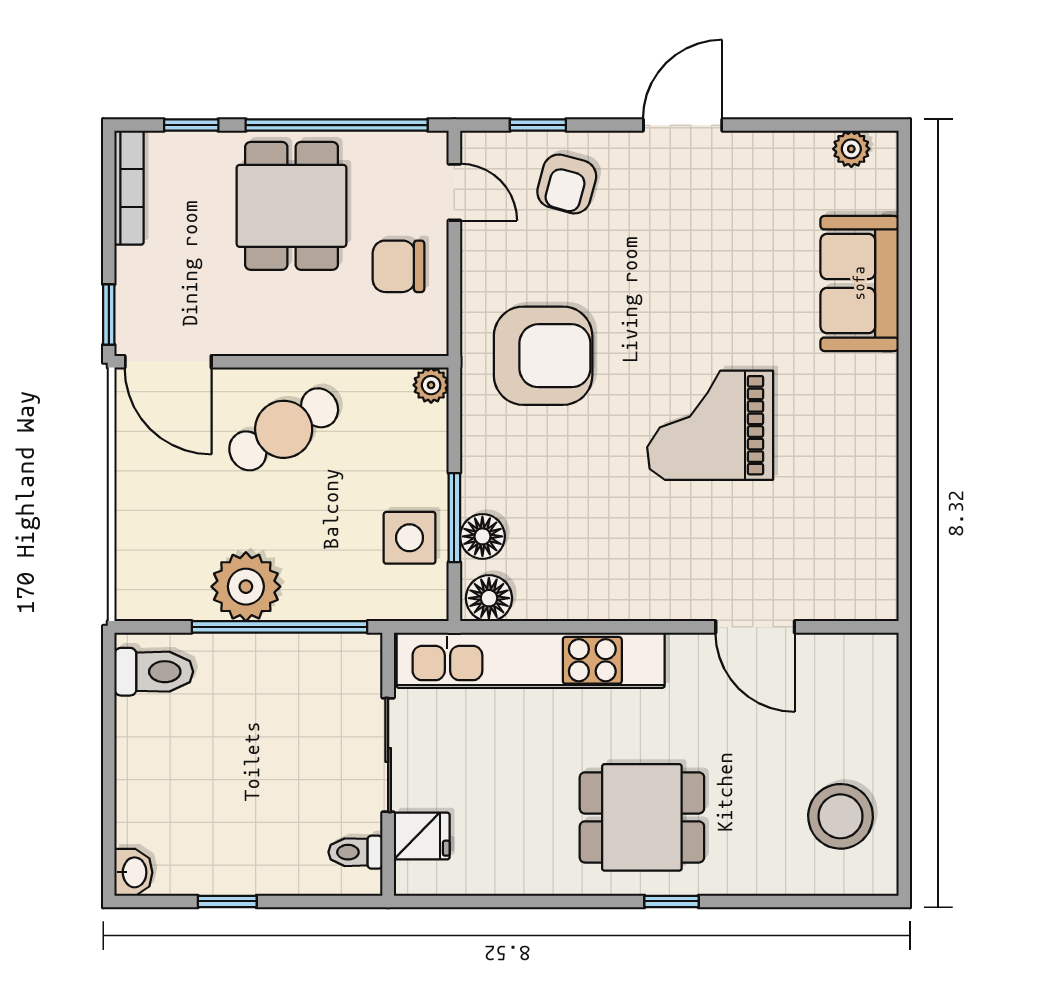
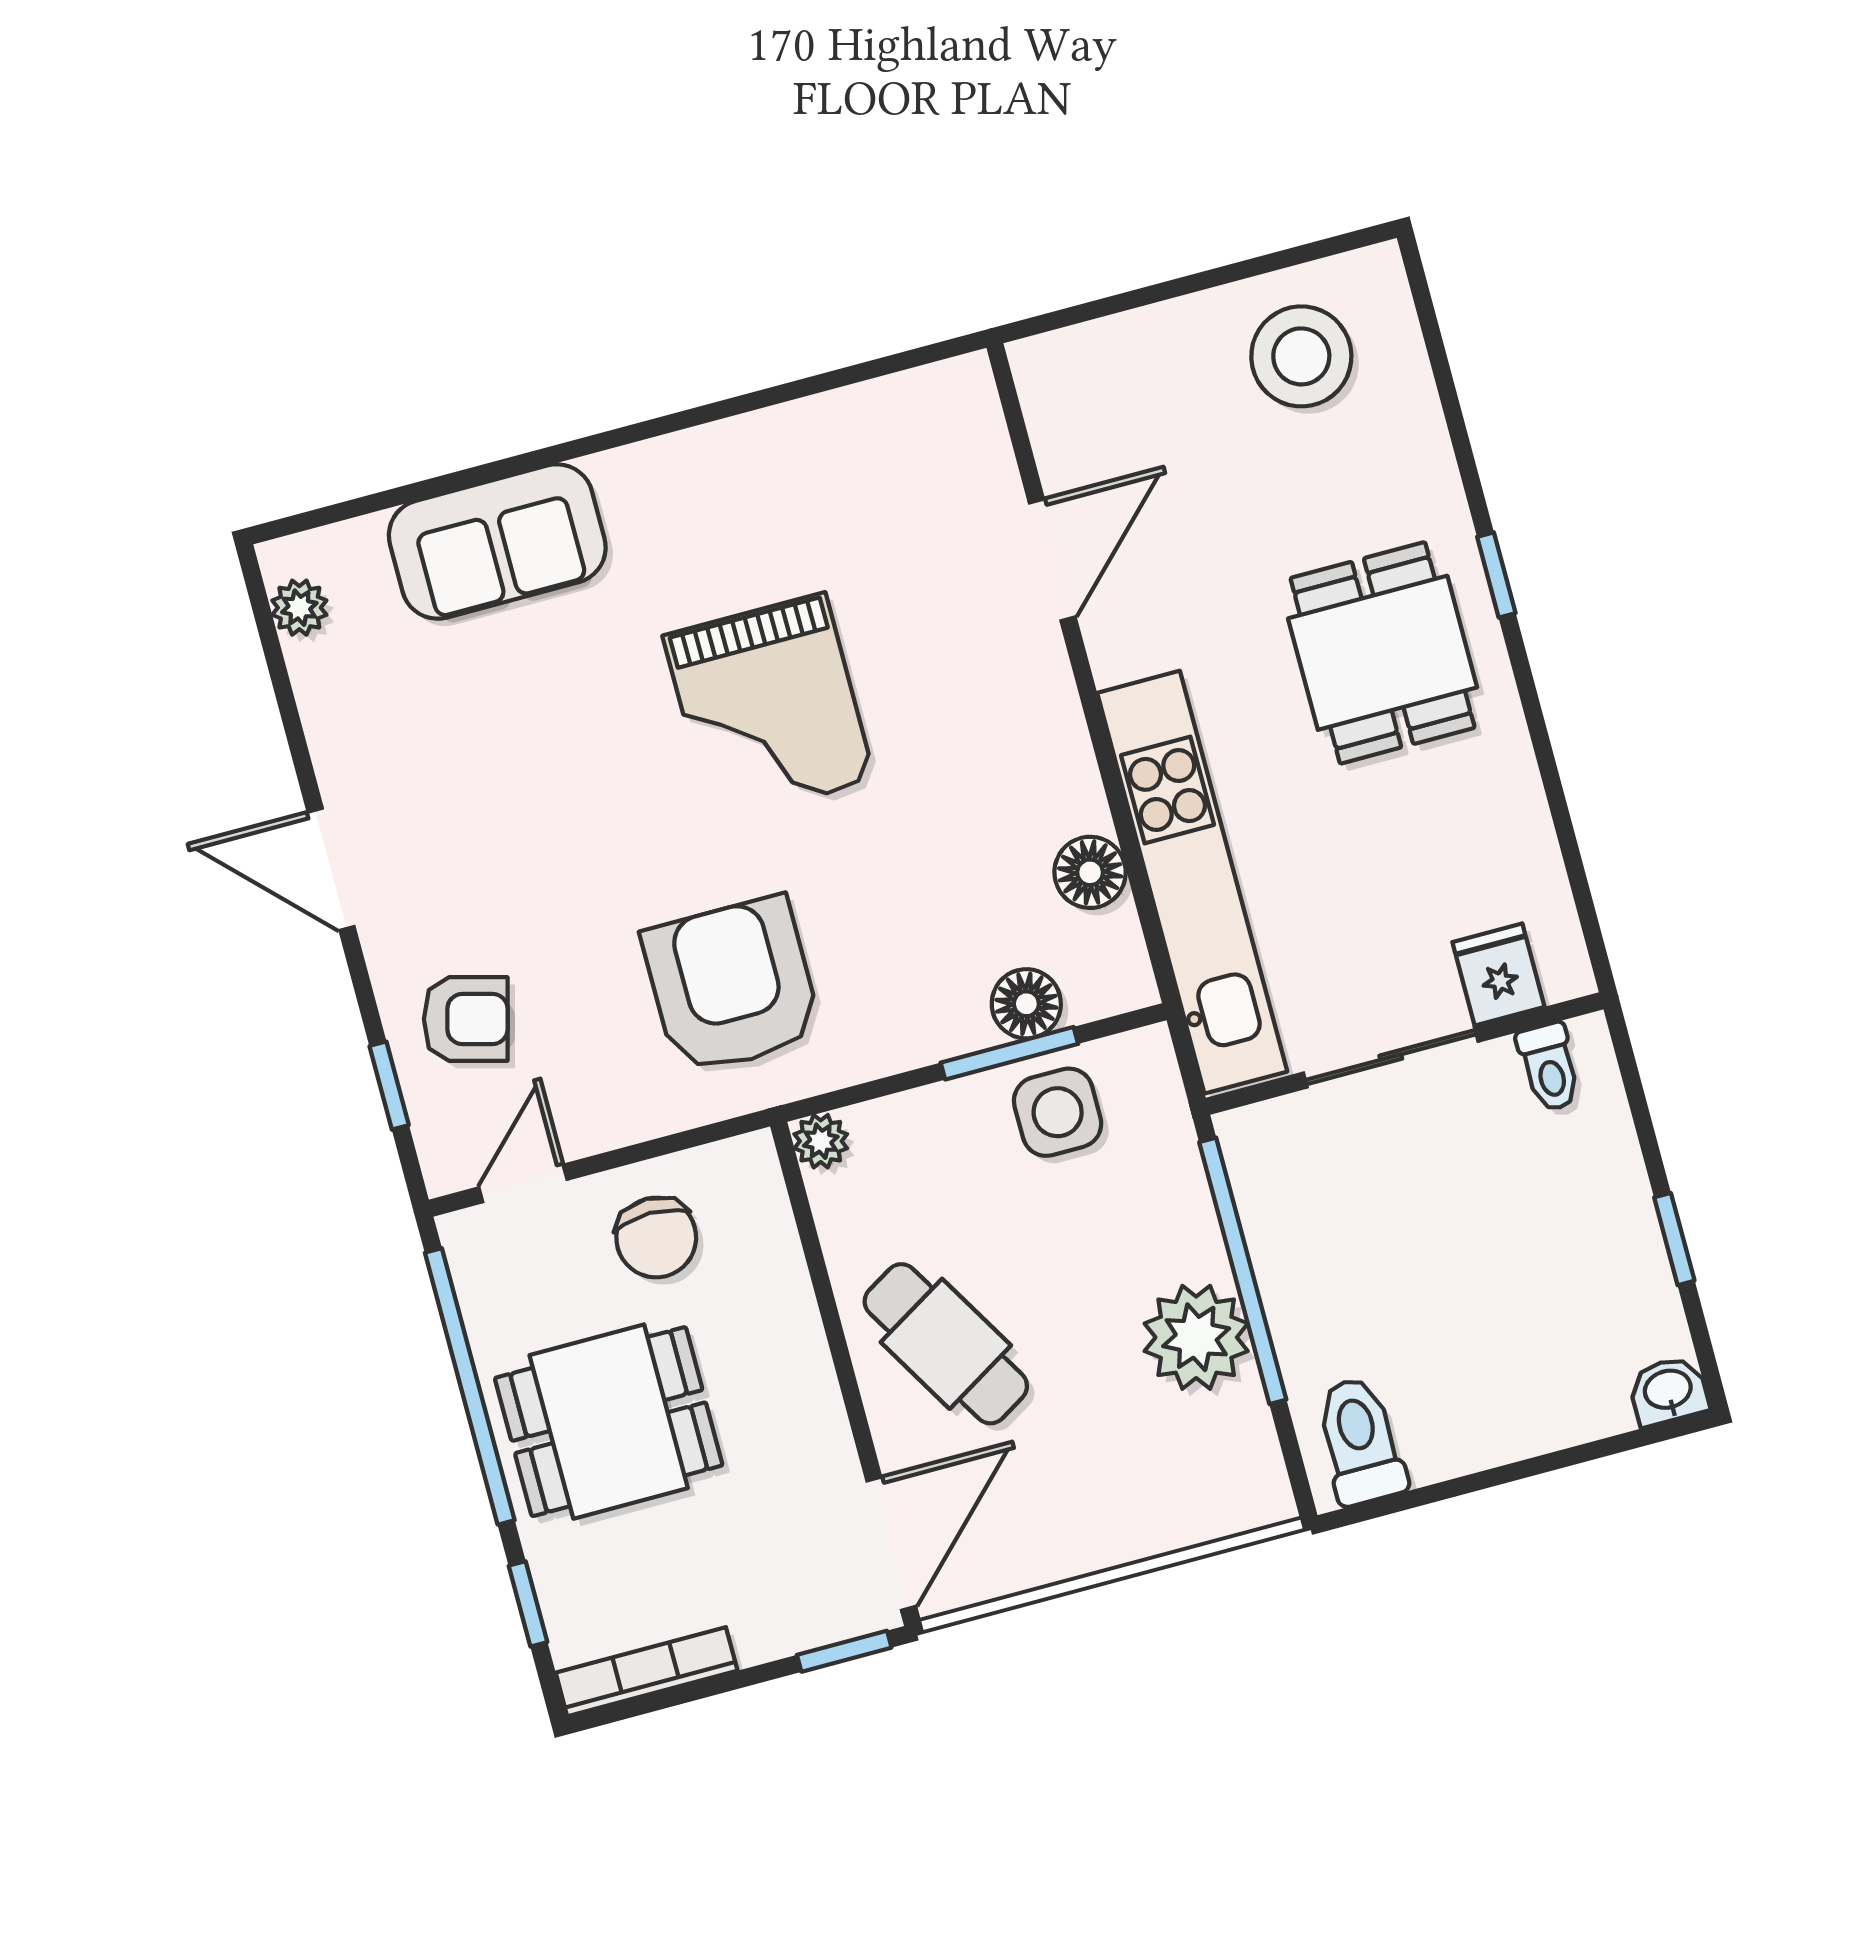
floor lamp: (489, 598) -> (1090, 872), moved

